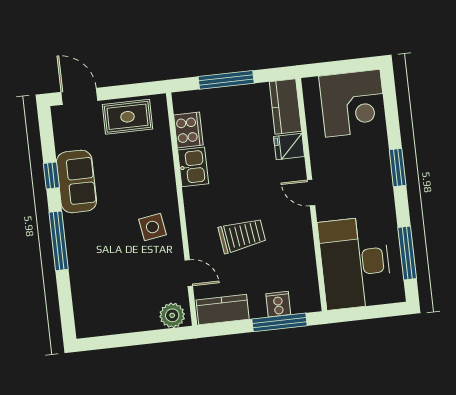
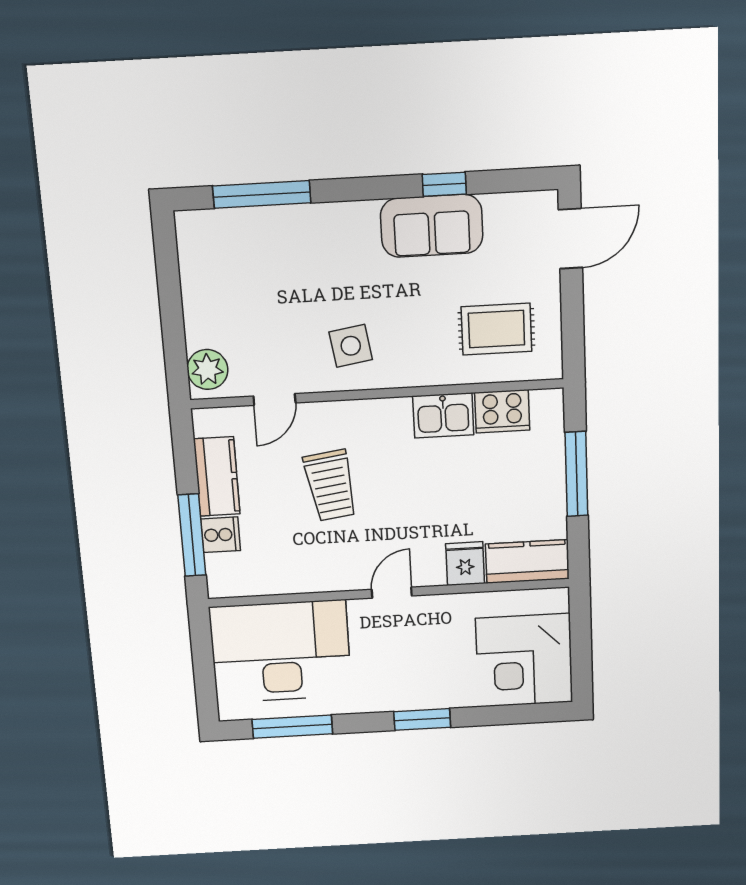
rug: (128, 117) -> (496, 329), moved, turned 90
window: (59, 241) -> (262, 194), moved
kitchen counter: (223, 310) -> (217, 477), moved

